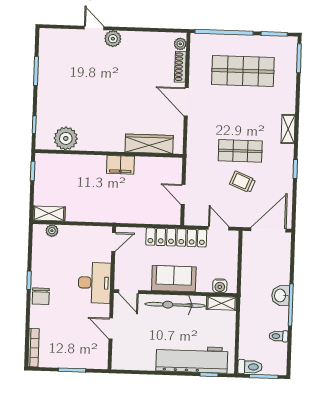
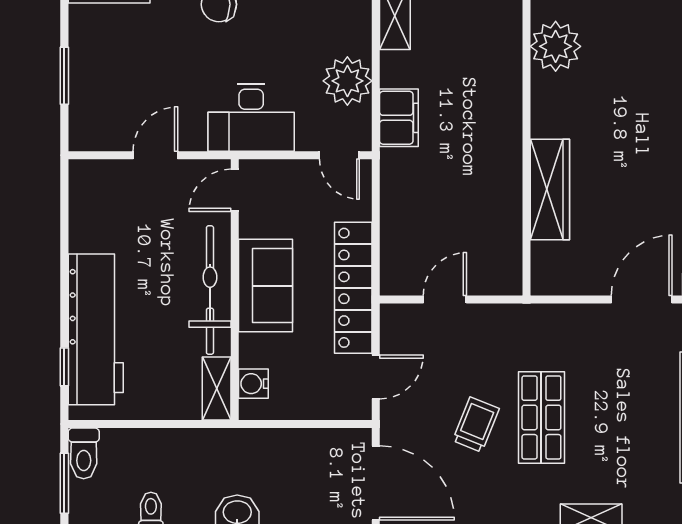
wardrobe: (149, 144) -> (550, 190), moved
filing cabinet: (120, 165) -> (399, 118), moved, turned 180
plant: (52, 231) -> (347, 81), moved, width x1.87, depth x1.87

